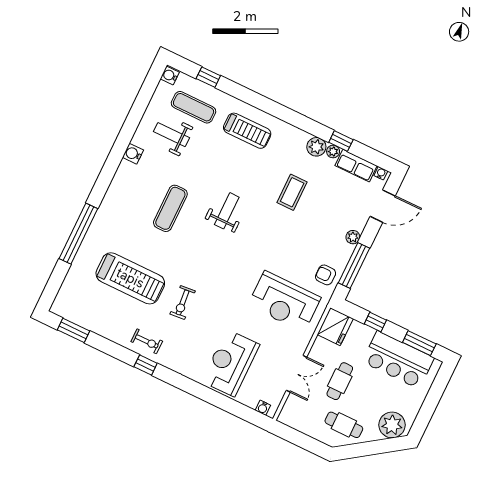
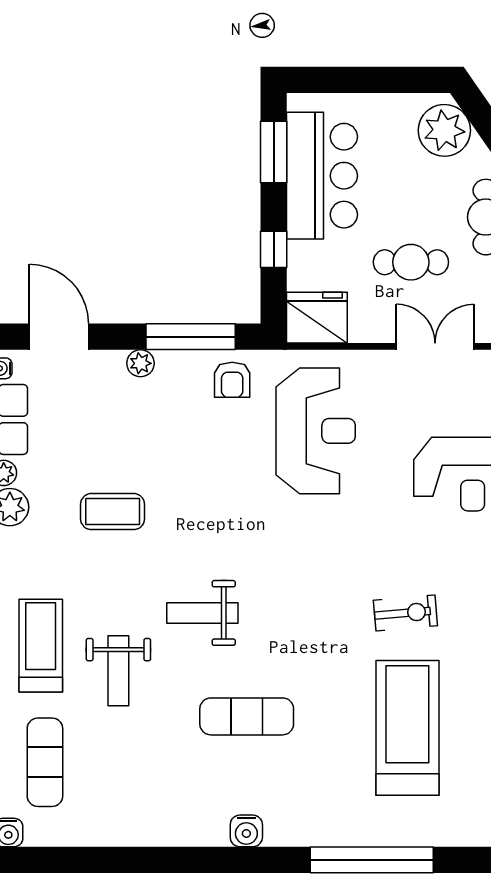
weight bench: (171, 135) -> (118, 671), moved
water cooler: (133, 154) -> (246, 831), moved

